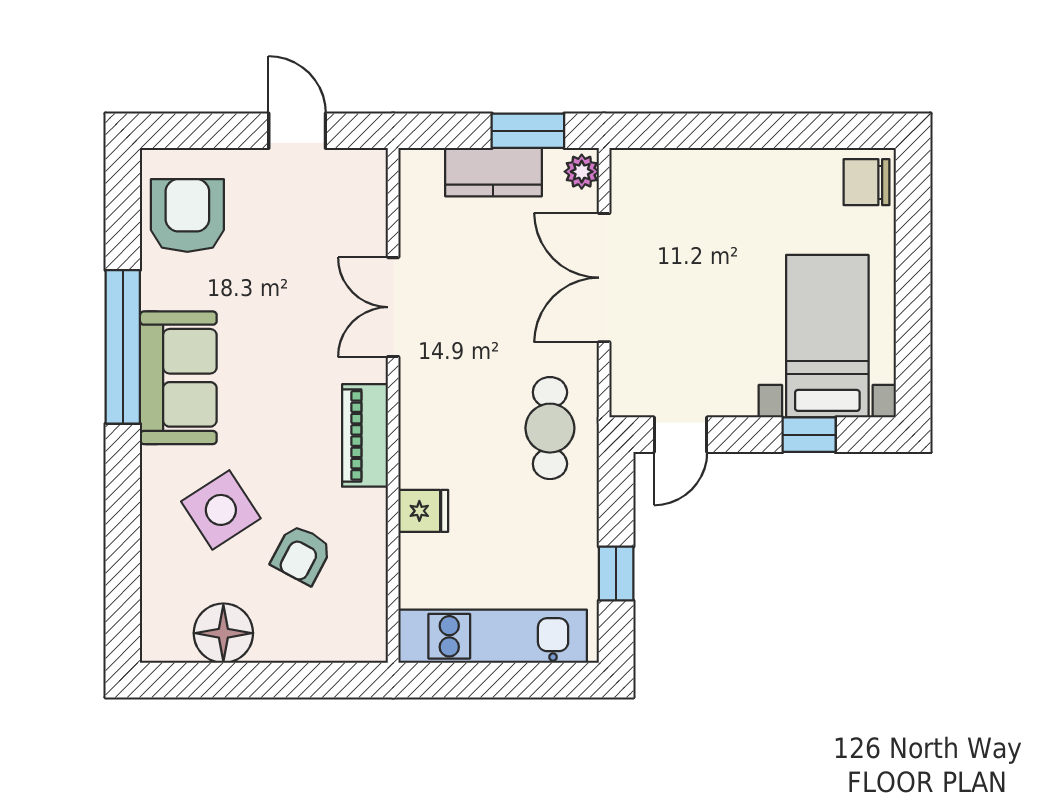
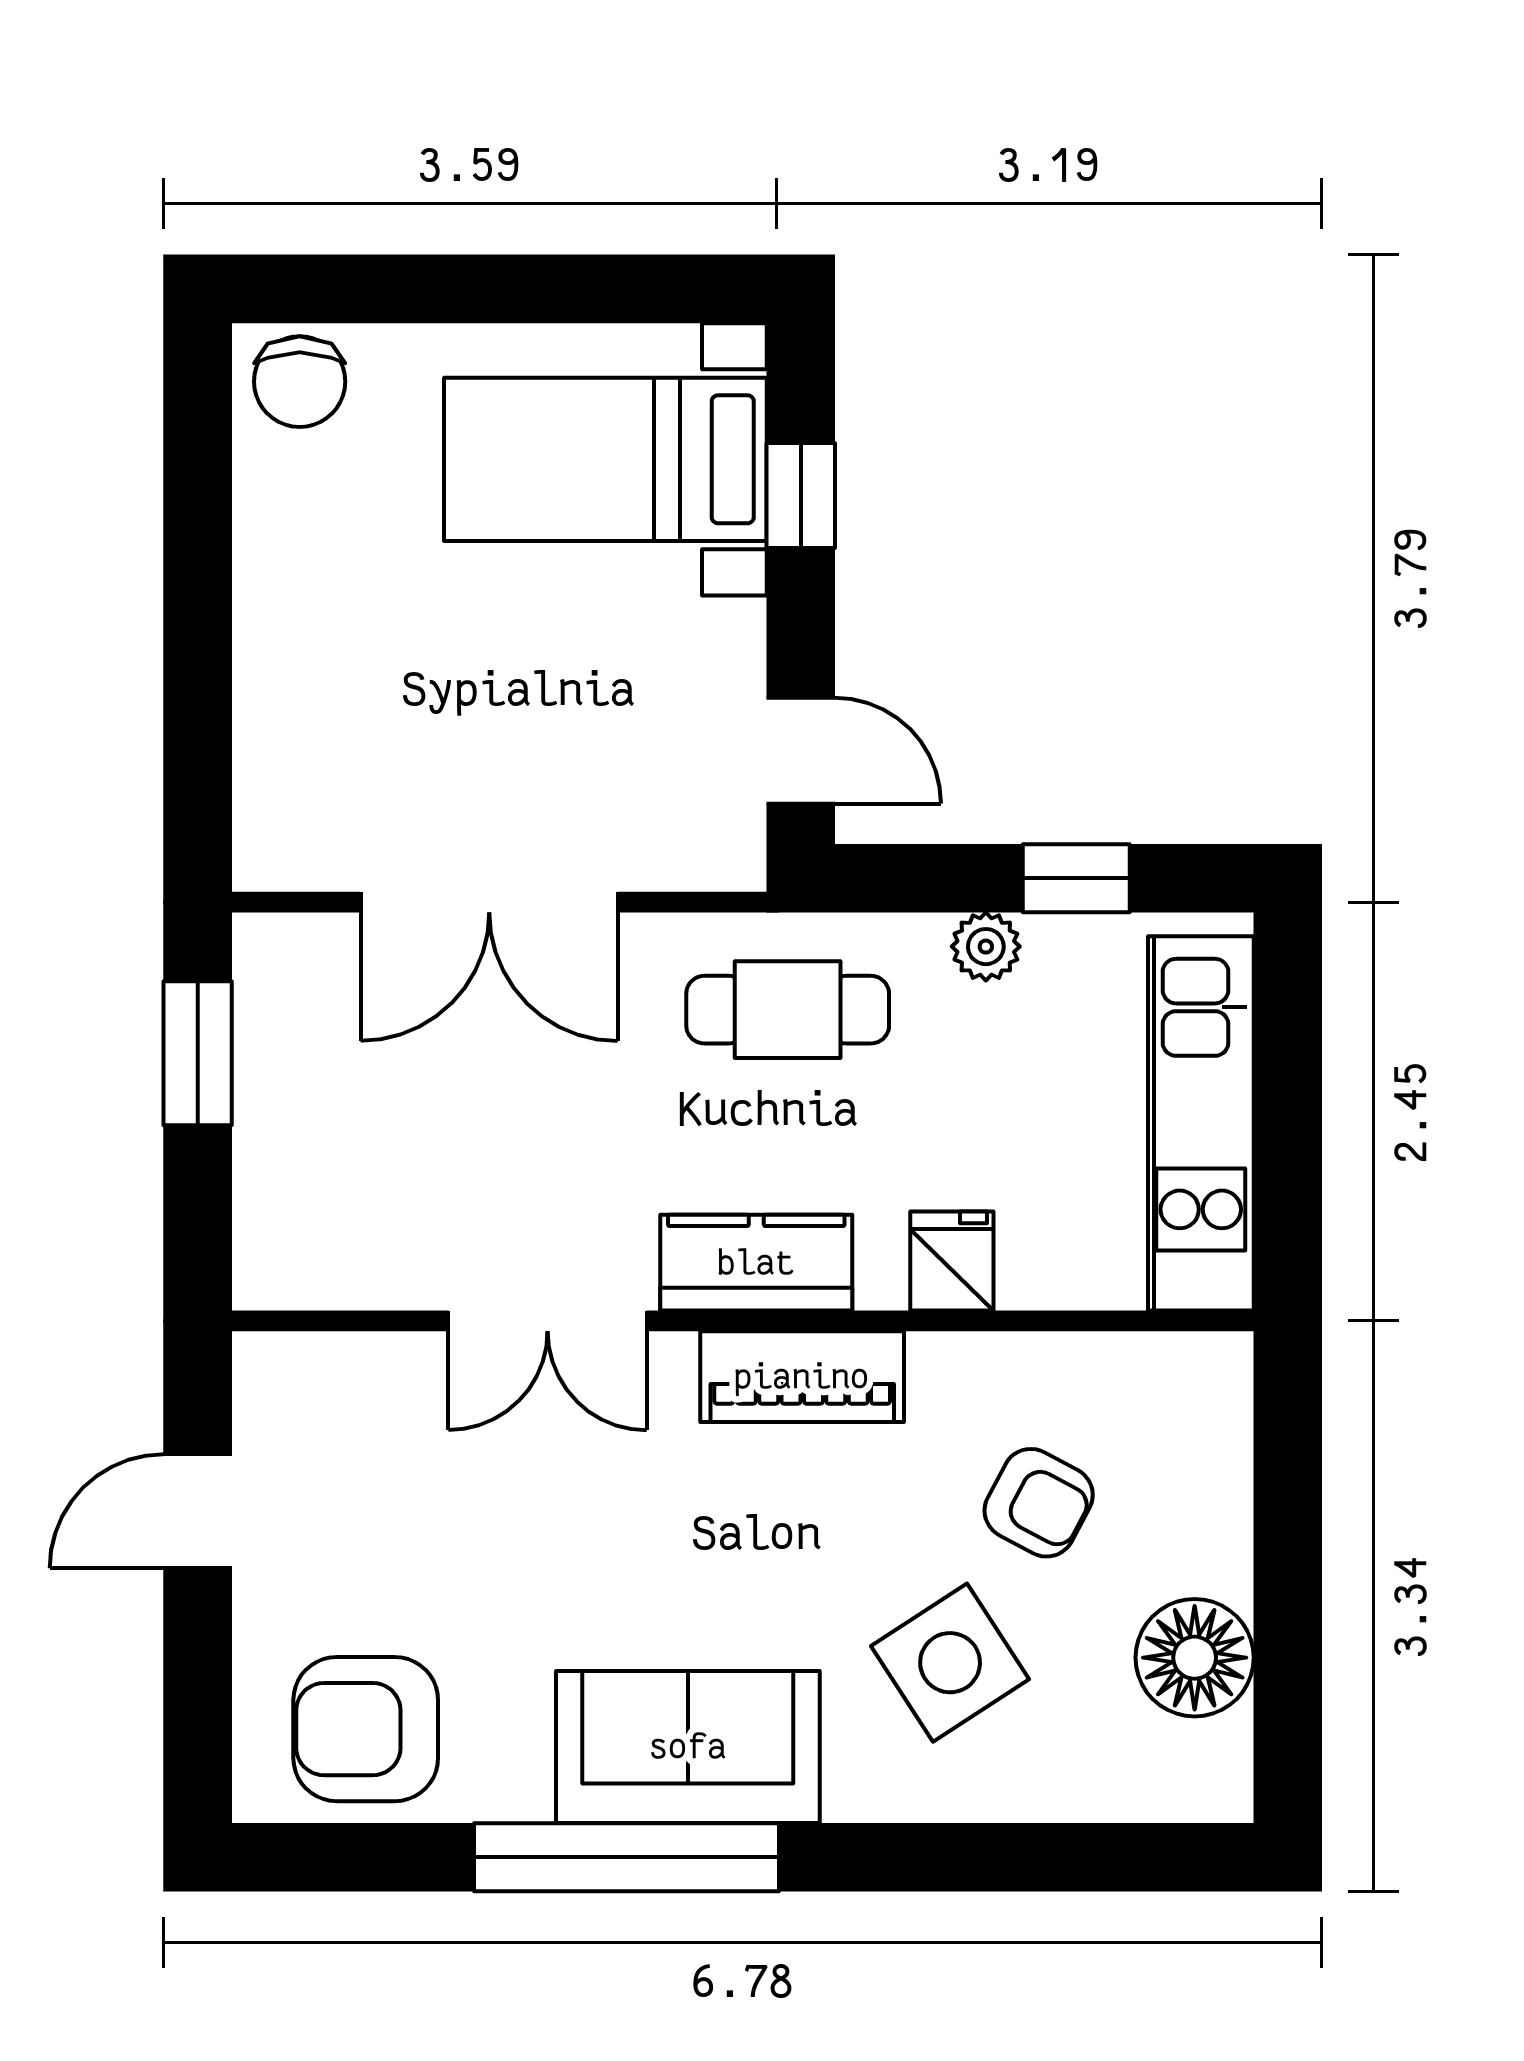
kitchen counter: (493, 172) -> (756, 1263), moved, turned -90
plant: (582, 172) -> (986, 947), moved

